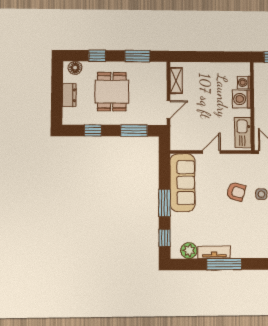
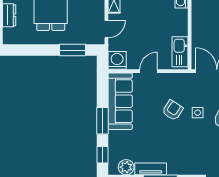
washing machine: (241, 99) -> (117, 60), moved, turned 90
window: (93, 131) -> (32, 50), removed
armchair: (236, 192) -> (173, 110), turned -73

